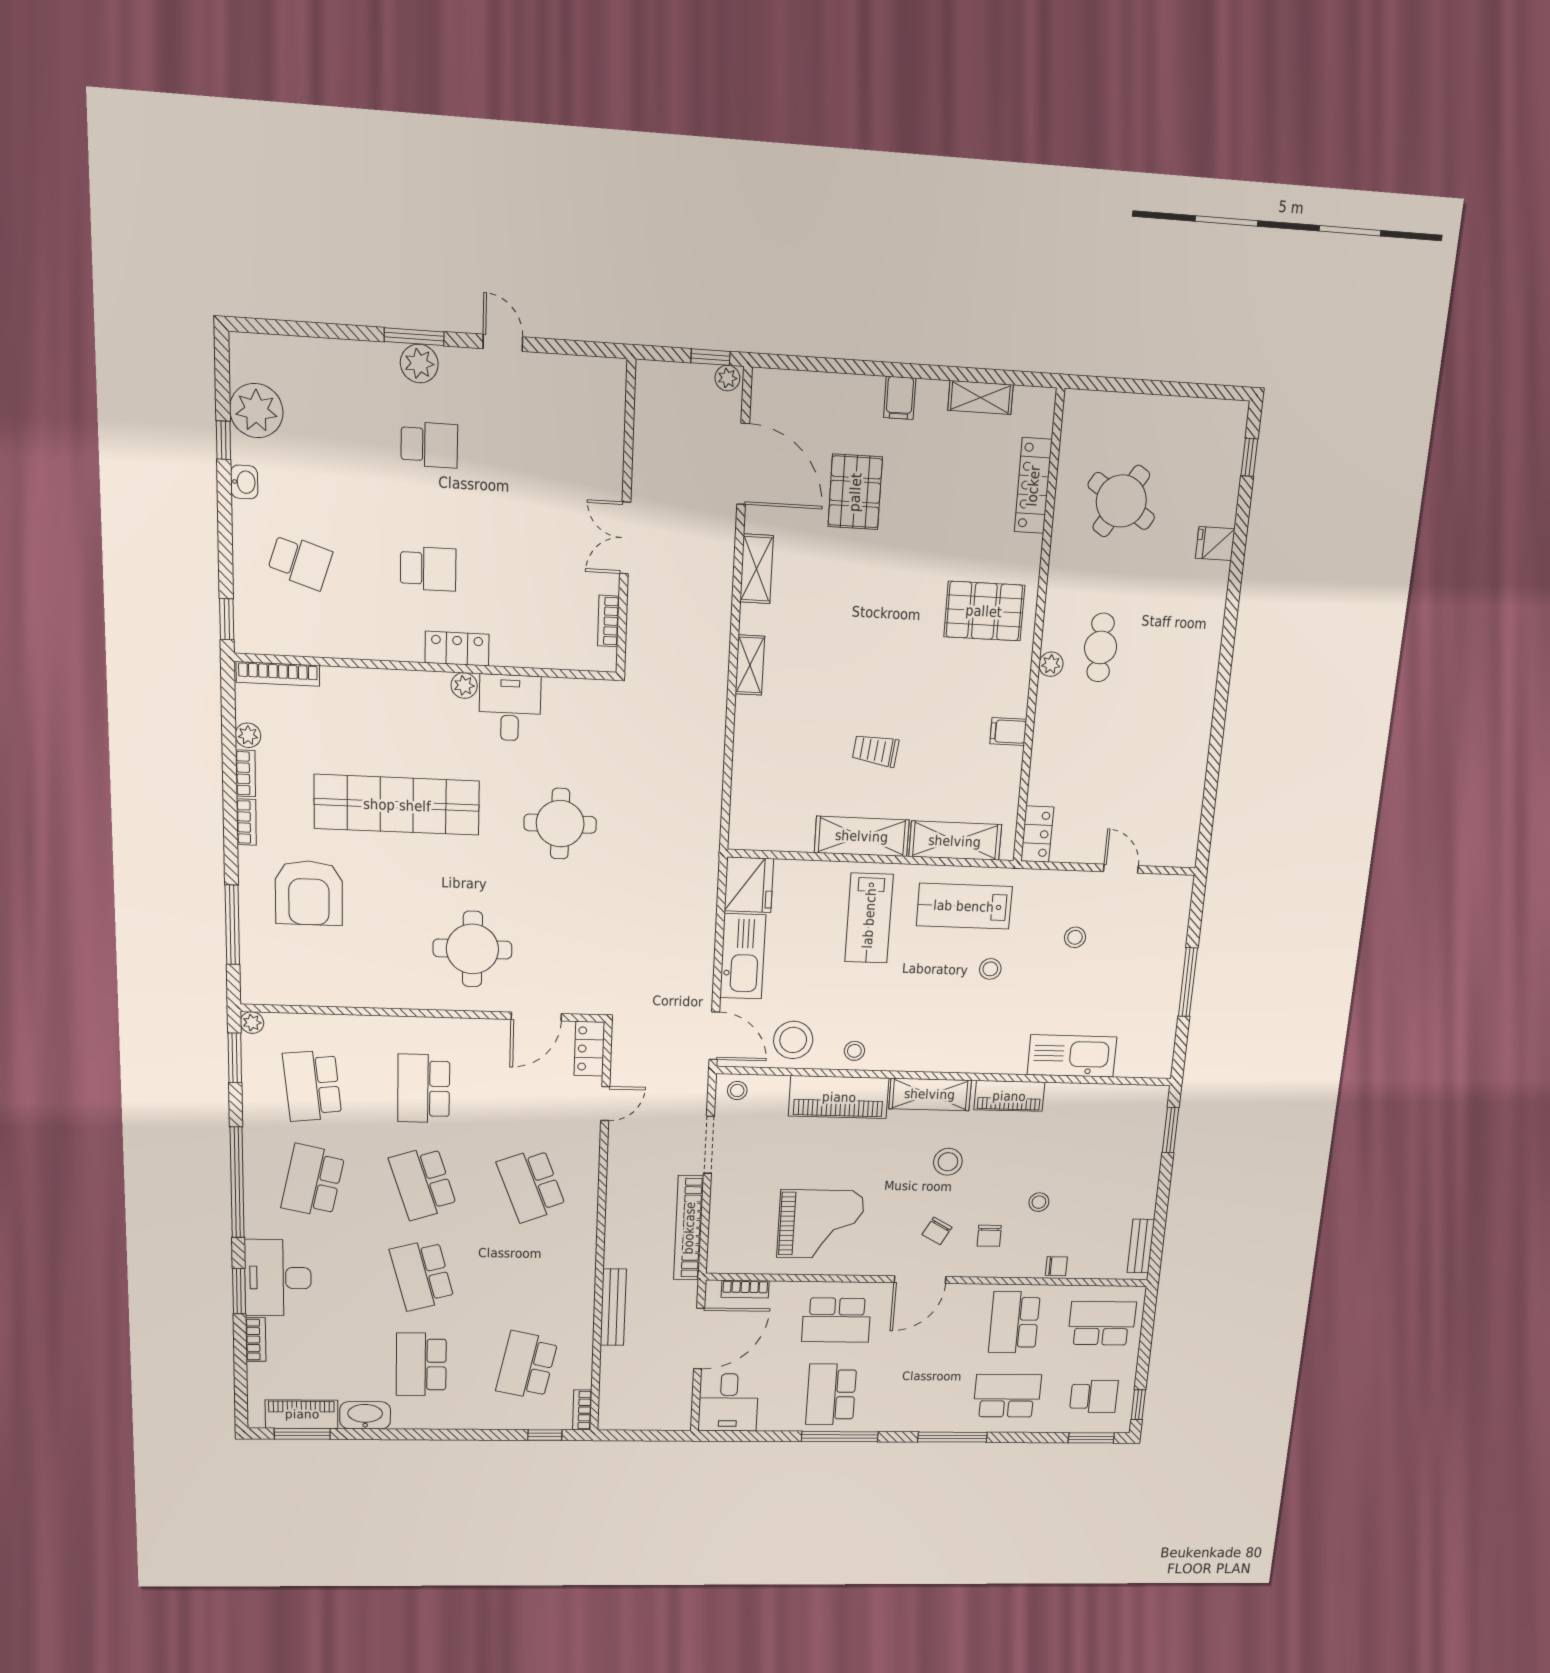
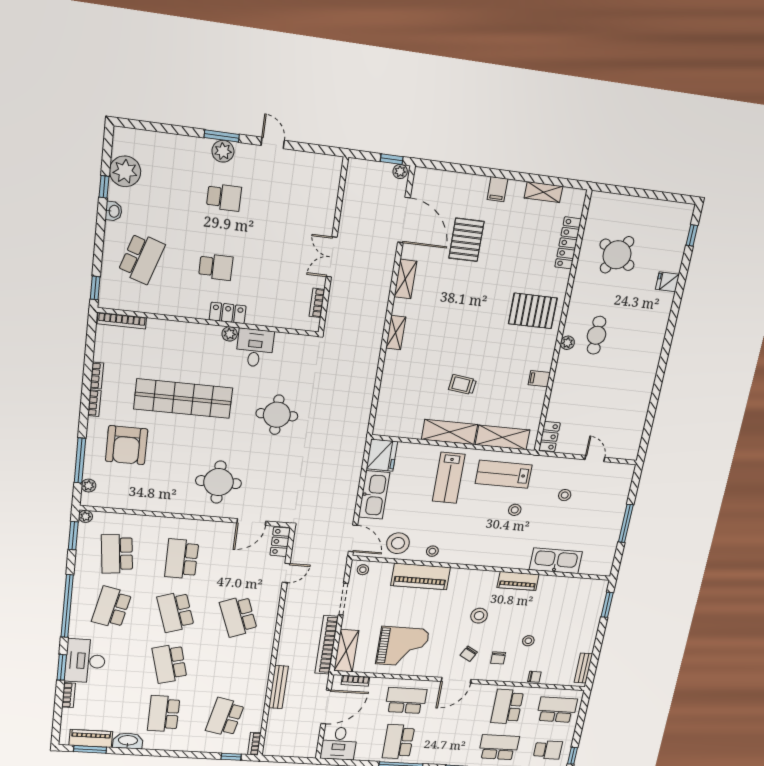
school desk: (300, 562) -> (141, 258), width x1.85
plant: (248, 735) -> (89, 486), moved
shelving: (930, 1094) -> (346, 651), moved, turned 90
school desk: (836, 1320) -> (406, 701), turned 180

